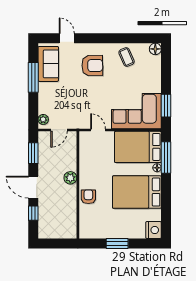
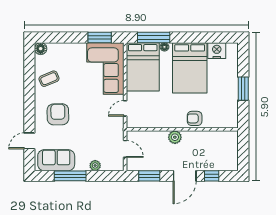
plant: (43, 119) -> (95, 165), moved
nightstand: (153, 230) -> (217, 51), moved

